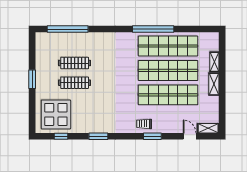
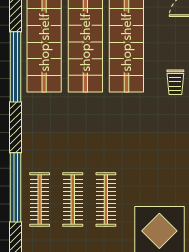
window: (68, 29) -> (16, 187), moved
clothes rail: (75, 43) -> (40, 200), added

